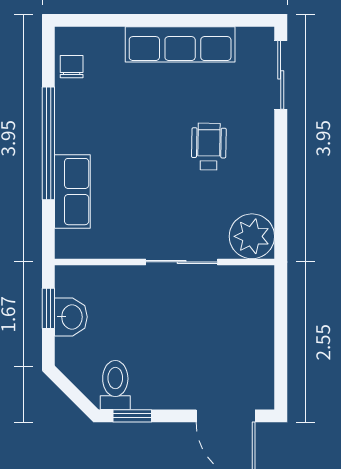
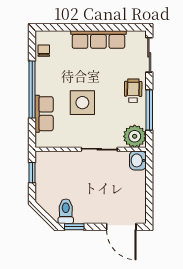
wheelchair: (209, 147) -> (133, 91), moved
side table: (148, 170) -> (82, 103), added
window: (281, 184) -> (149, 110), added
washbasin: (71, 317) -> (138, 160), moved, turned 180

